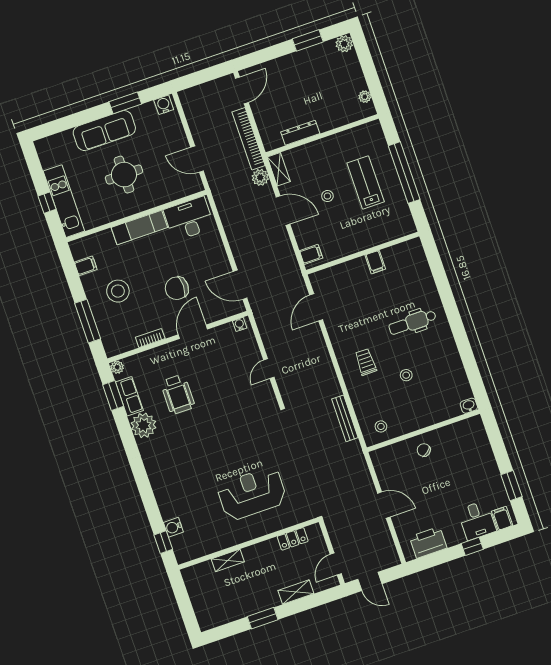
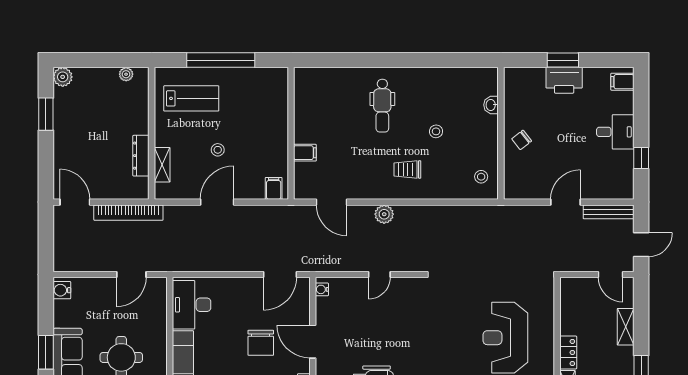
window: (125, 103) -> (46, 352), moved
shelving: (279, 169) -> (162, 165), moved, turned 90
plant: (260, 177) -> (384, 214), moved
lab bench: (366, 182) -> (191, 98), moved, turned 180
filing cabinet: (375, 262) -> (305, 153), moved
door: (269, 369) -> (379, 274), hinge flipped
washbasin: (469, 406) -> (491, 105), moved
bench: (345, 418) -> (609, 212), moved
window: (511, 486) -> (563, 60), moved
desk: (477, 520) -> (615, 132), moved
locker: (293, 539) -> (568, 352), moved
printer: (428, 542) -> (564, 80), moved, turned -90
window: (472, 546) -> (641, 158), moved

